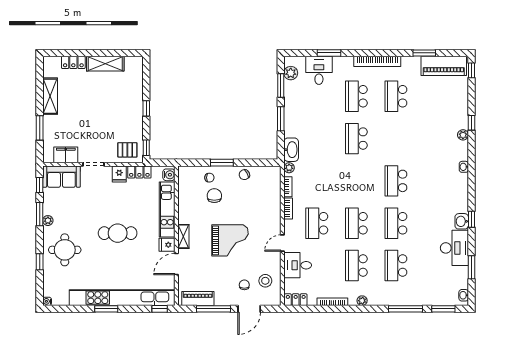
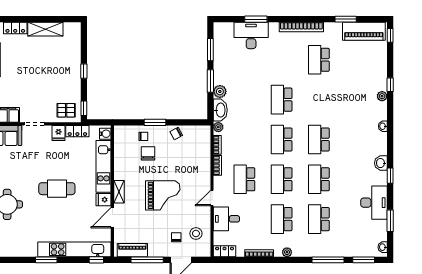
desk: (319, 70) -> (251, 35), width x1.37
plant: (291, 73) -> (220, 91), moved
school desk: (356, 96) -> (282, 139), moved
washbasin: (462, 221) -> (381, 163), moved
kitchen unit: (122, 298) -> (74, 249), width x0.73

